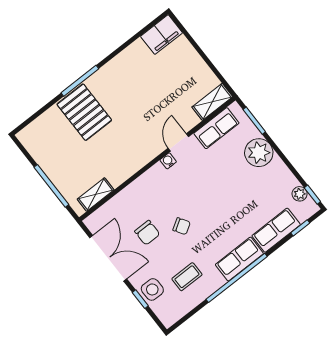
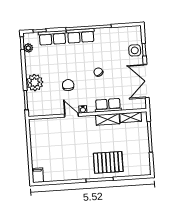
filing cabinet: (162, 35) -> (38, 175), width x0.50
shelving: (212, 102) -> (108, 119), moved
pallet: (84, 112) -> (108, 162), turned 90
row of seats: (216, 128) -> (108, 105), moved
door: (178, 142) -> (71, 115), swing flipped
chair: (147, 233) -> (68, 85), moved
coffee table: (187, 277) -> (113, 45), removed

